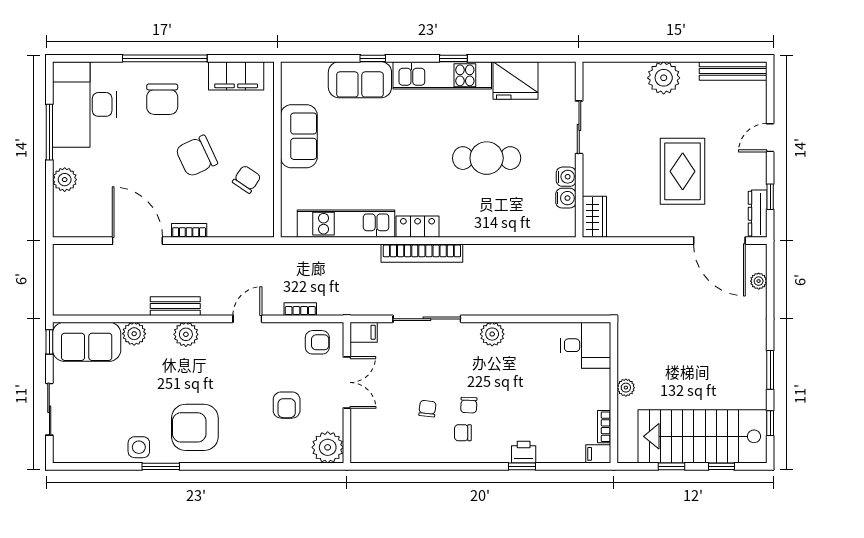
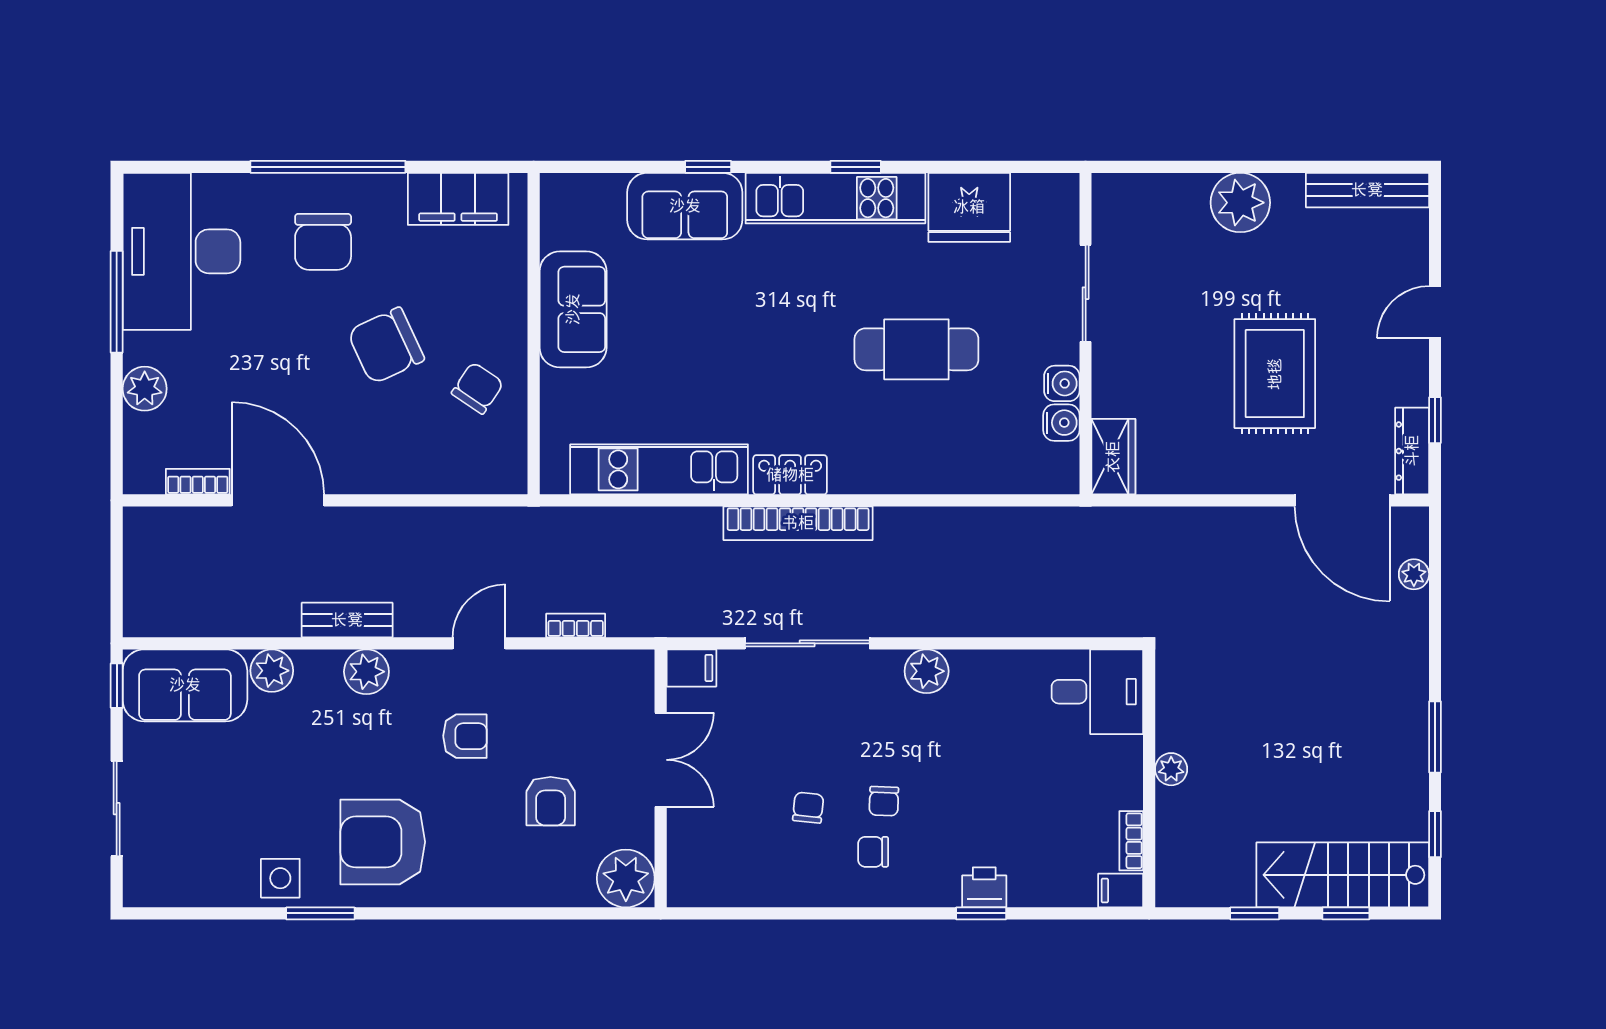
bookcase: (189, 230) -> (198, 482), moved
armchair: (317, 342) -> (465, 736), moved
stairs: (703, 436) -> (1343, 875), width x0.73, depth x0.66

